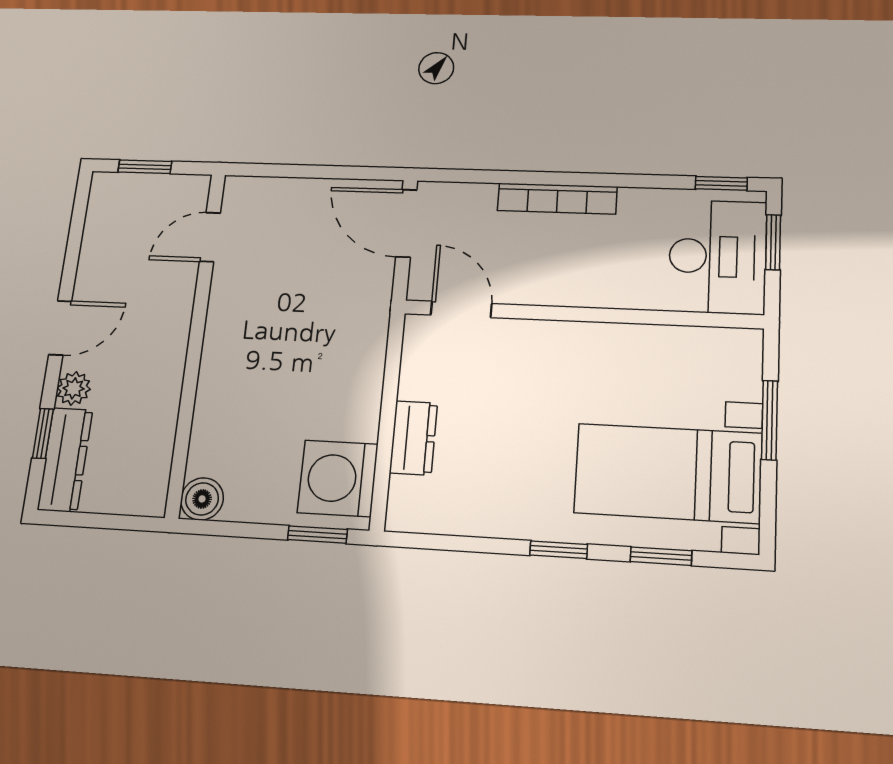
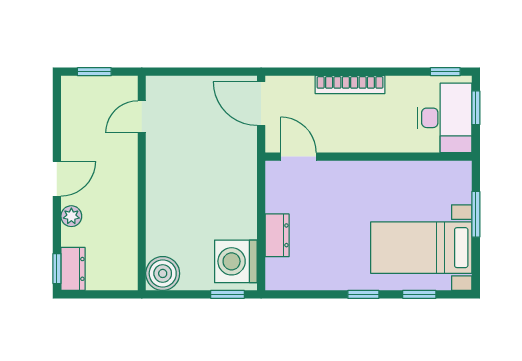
window: (43, 433) -> (57, 269), moved
dresser: (65, 460) -> (73, 269), width x0.70
boiler: (202, 499) -> (163, 273), width x1.36, depth x1.36

